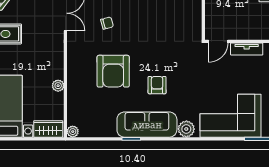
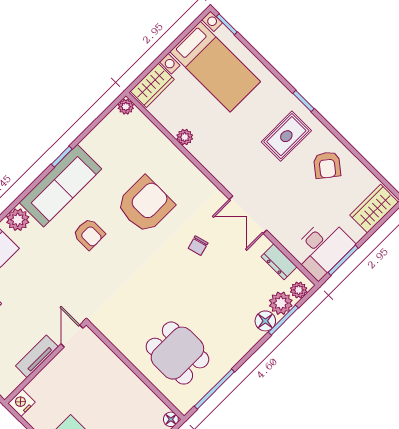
armchair: (113, 71) -> (145, 205), turned 90

